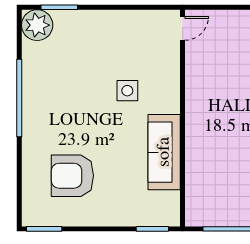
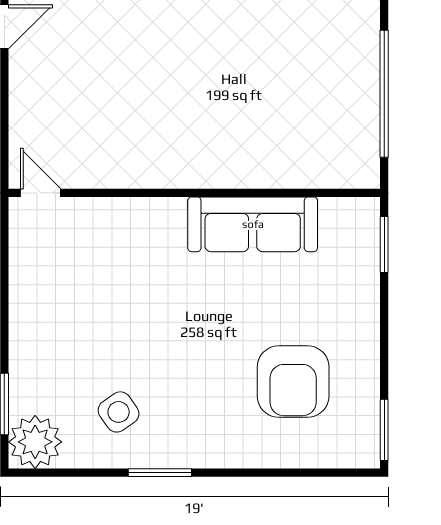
side table: (127, 91) -> (119, 412), moved, turned -35
window: (19, 98) -> (160, 473), width x0.47

